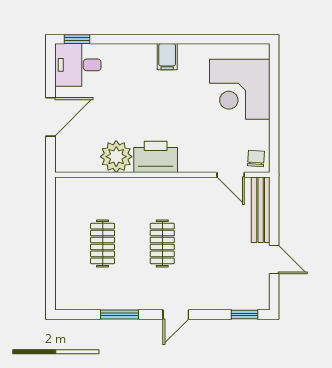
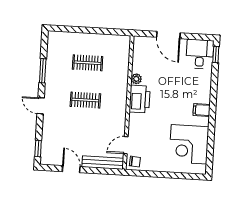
corner desk: (240, 89) -> (189, 144), moved, turned -90
plant: (116, 157) -> (136, 79), width x0.53, depth x0.53
door: (274, 260) -> (71, 169), swing flipped

